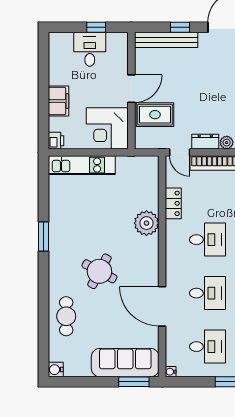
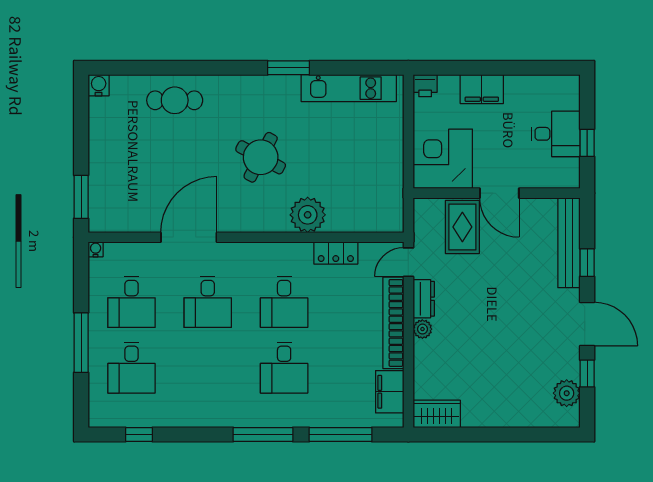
kitchen unit: (82, 165) -> (349, 88), moved, turned -90
round table: (99, 271) -> (261, 157), moved
sofa: (125, 363) -> (109, 184), removed

